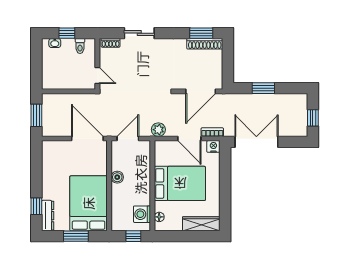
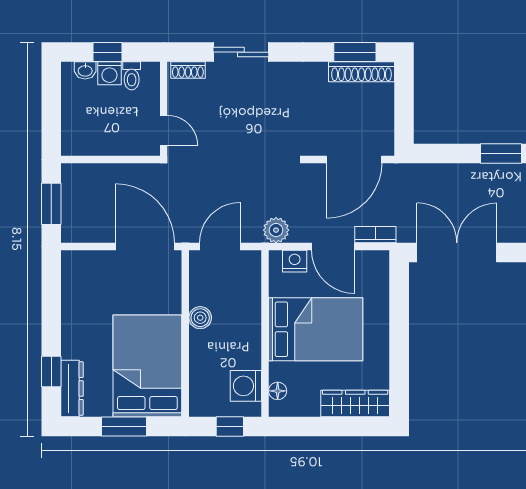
washing machine: (68, 45) -> (109, 73), added
window: (263, 88) -> (501, 153), moved
nightstand: (213, 146) -> (295, 261), moved

